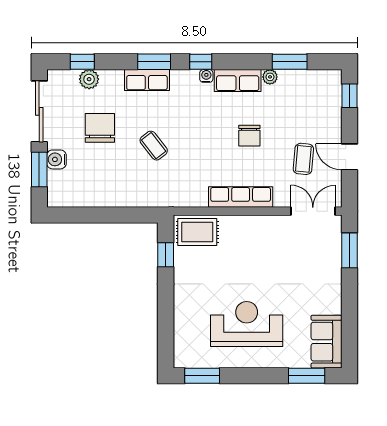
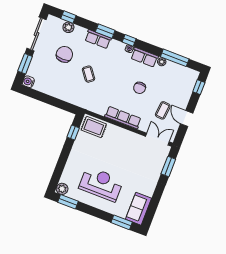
window: (290, 62) -> (175, 58), width x1.44
water cooler: (56, 159) -> (28, 82), moved
plant: (184, 358) -> (62, 189), added

